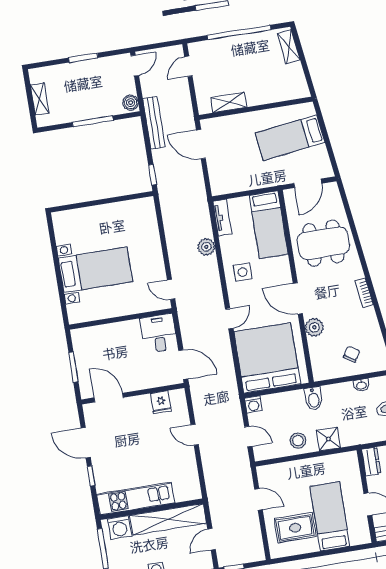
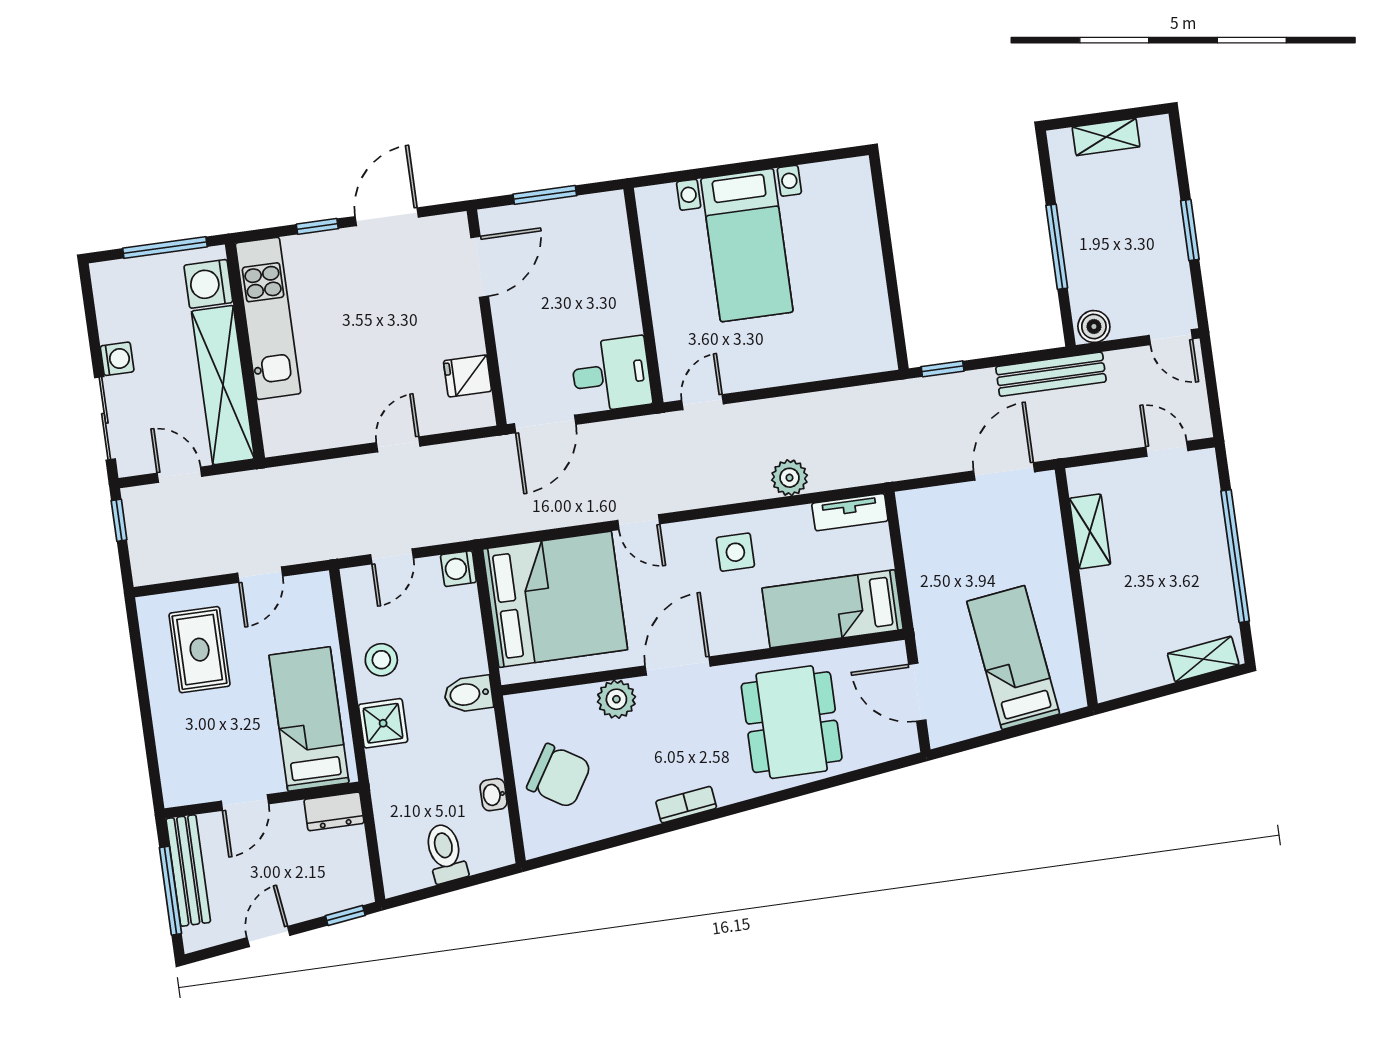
chair: (352, 354) -> (559, 776), width x1.87, depth x1.87
bed: (330, 516) -> (309, 719), moved, turned -90

